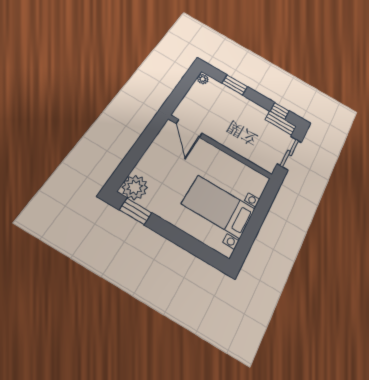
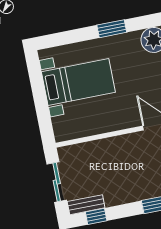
window: (136, 211) -> (112, 29), moved

